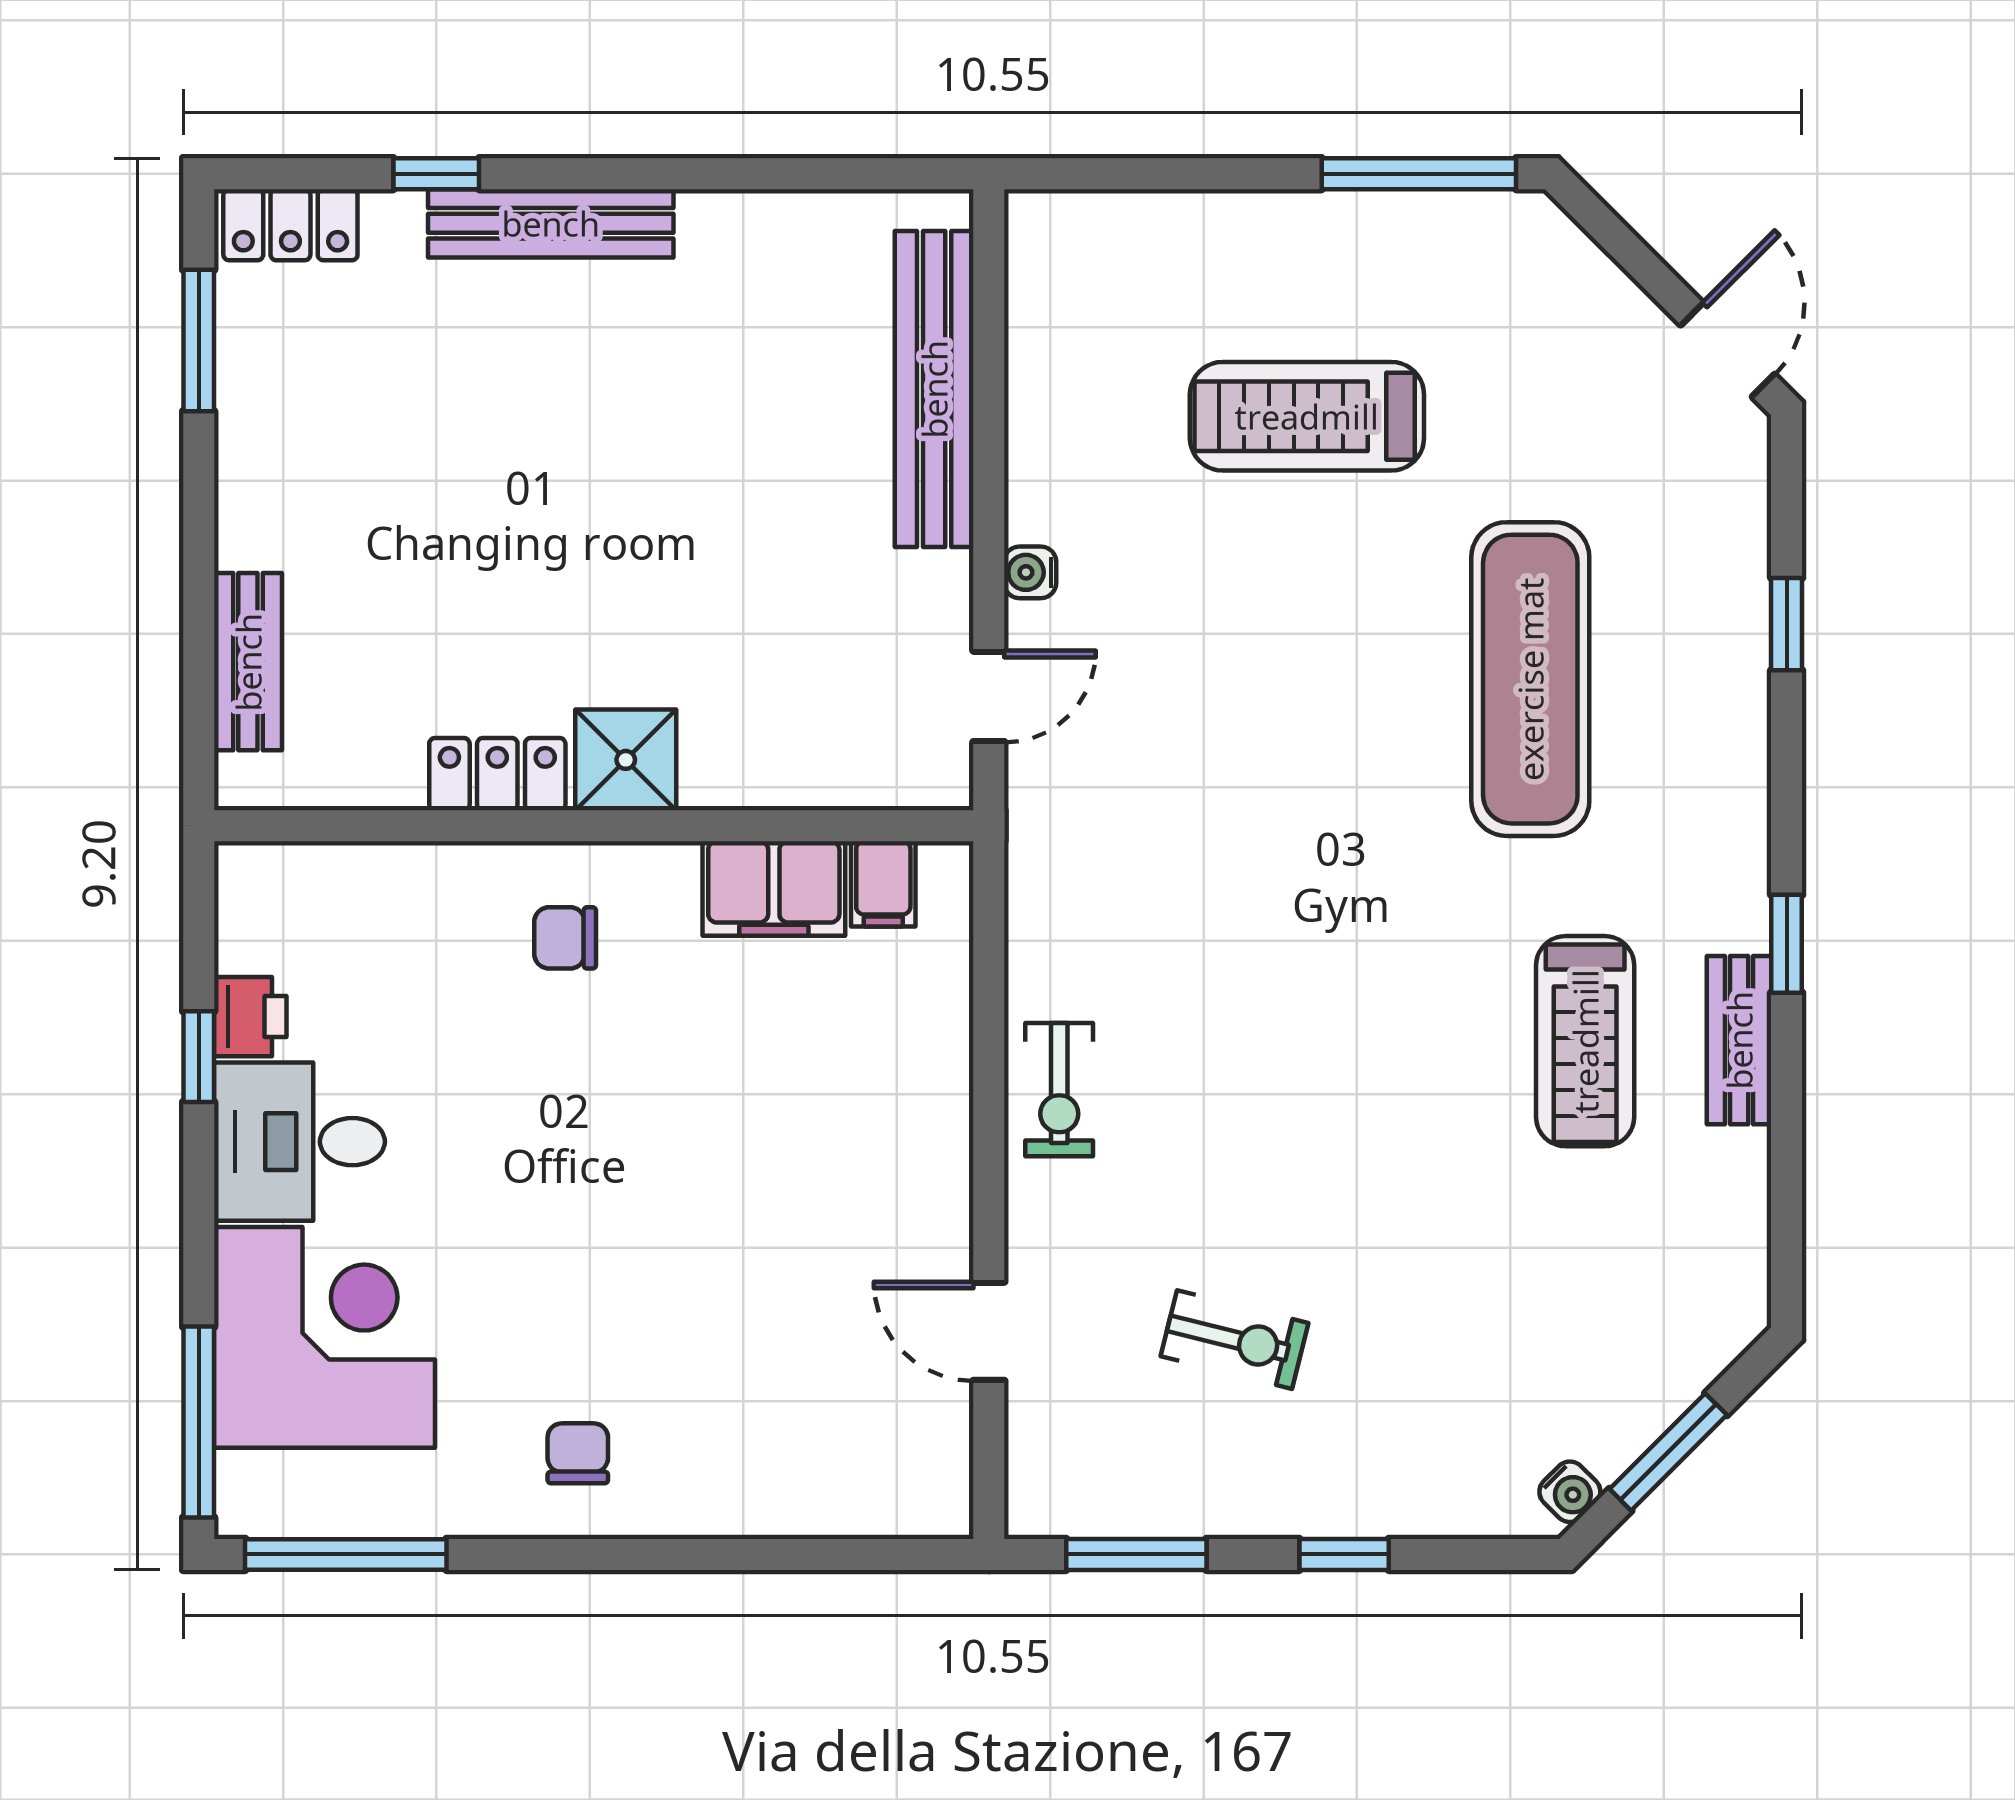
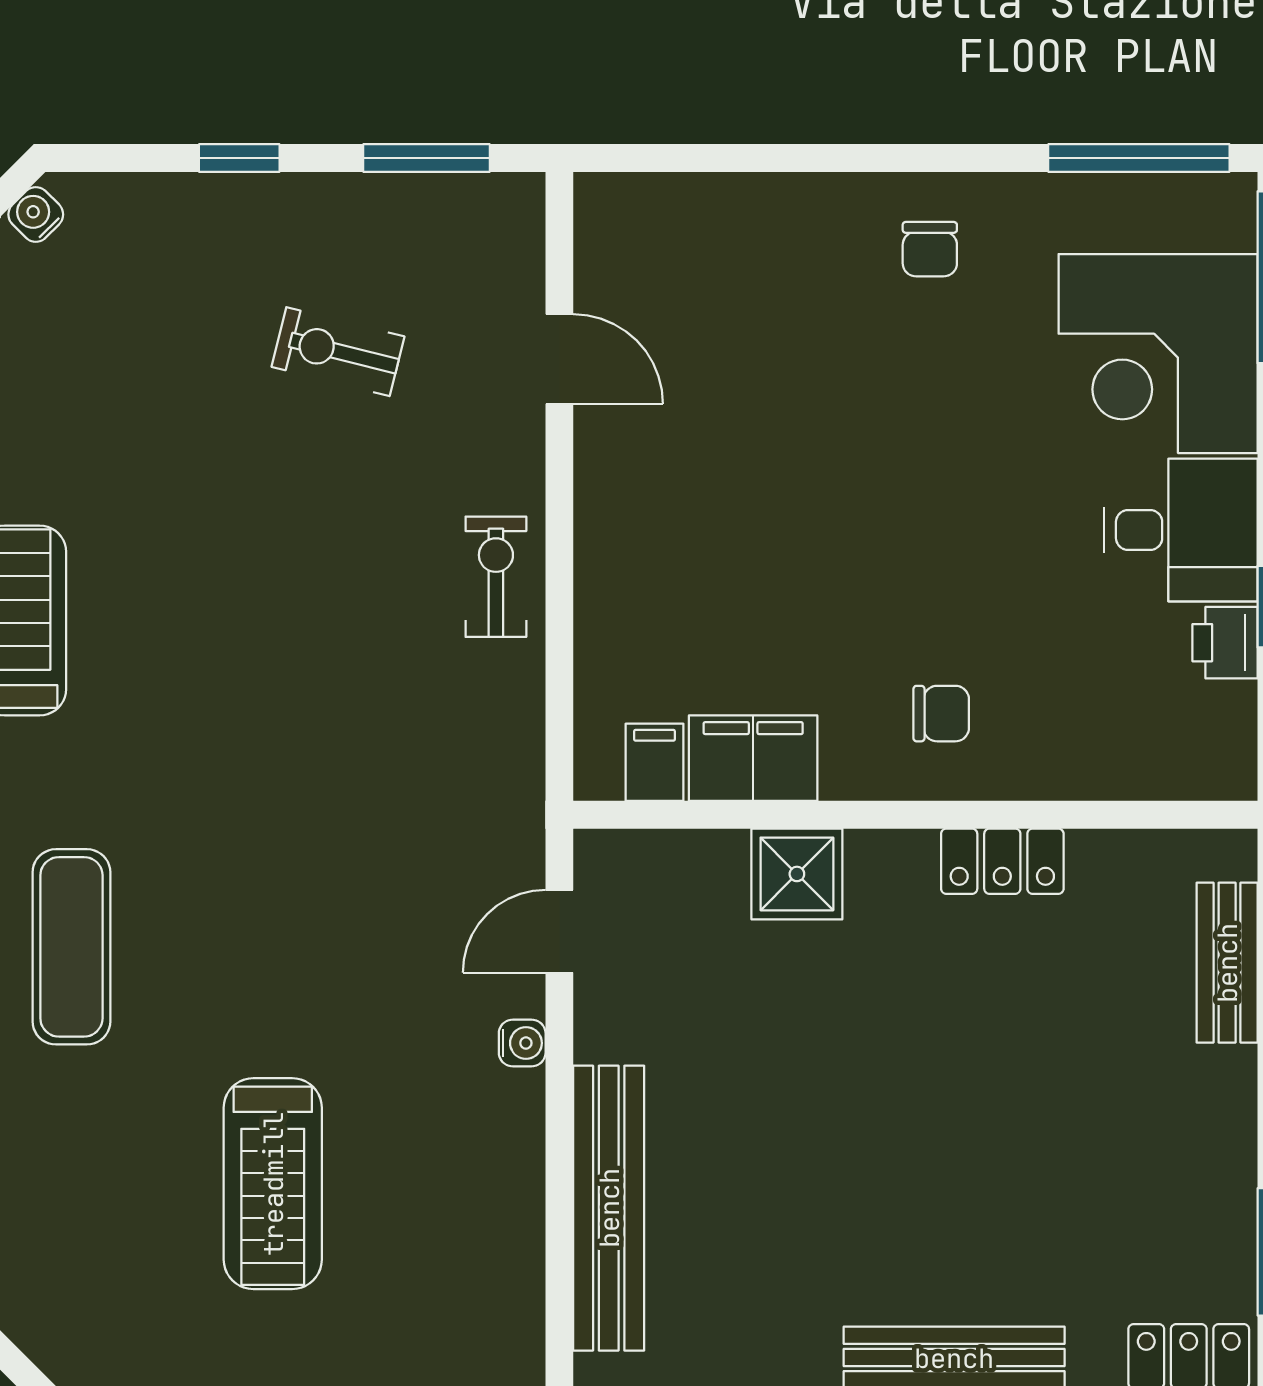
treadmill: (1307, 416) -> (273, 1184), turned 90
exercise mat: (1530, 679) -> (71, 947), width x0.73, depth x0.69
shower: (626, 760) -> (797, 874), moved

